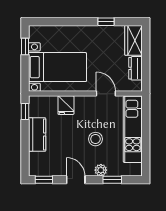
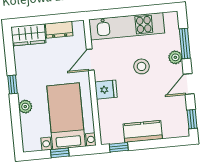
window: (106, 22) -> (12, 85), moved
plant: (70, 31) -> (25, 107), added
window: (25, 46) -> (60, 153), moved
fridge: (66, 105) -> (106, 90), moved
window: (112, 180) -> (185, 43), width x1.50

